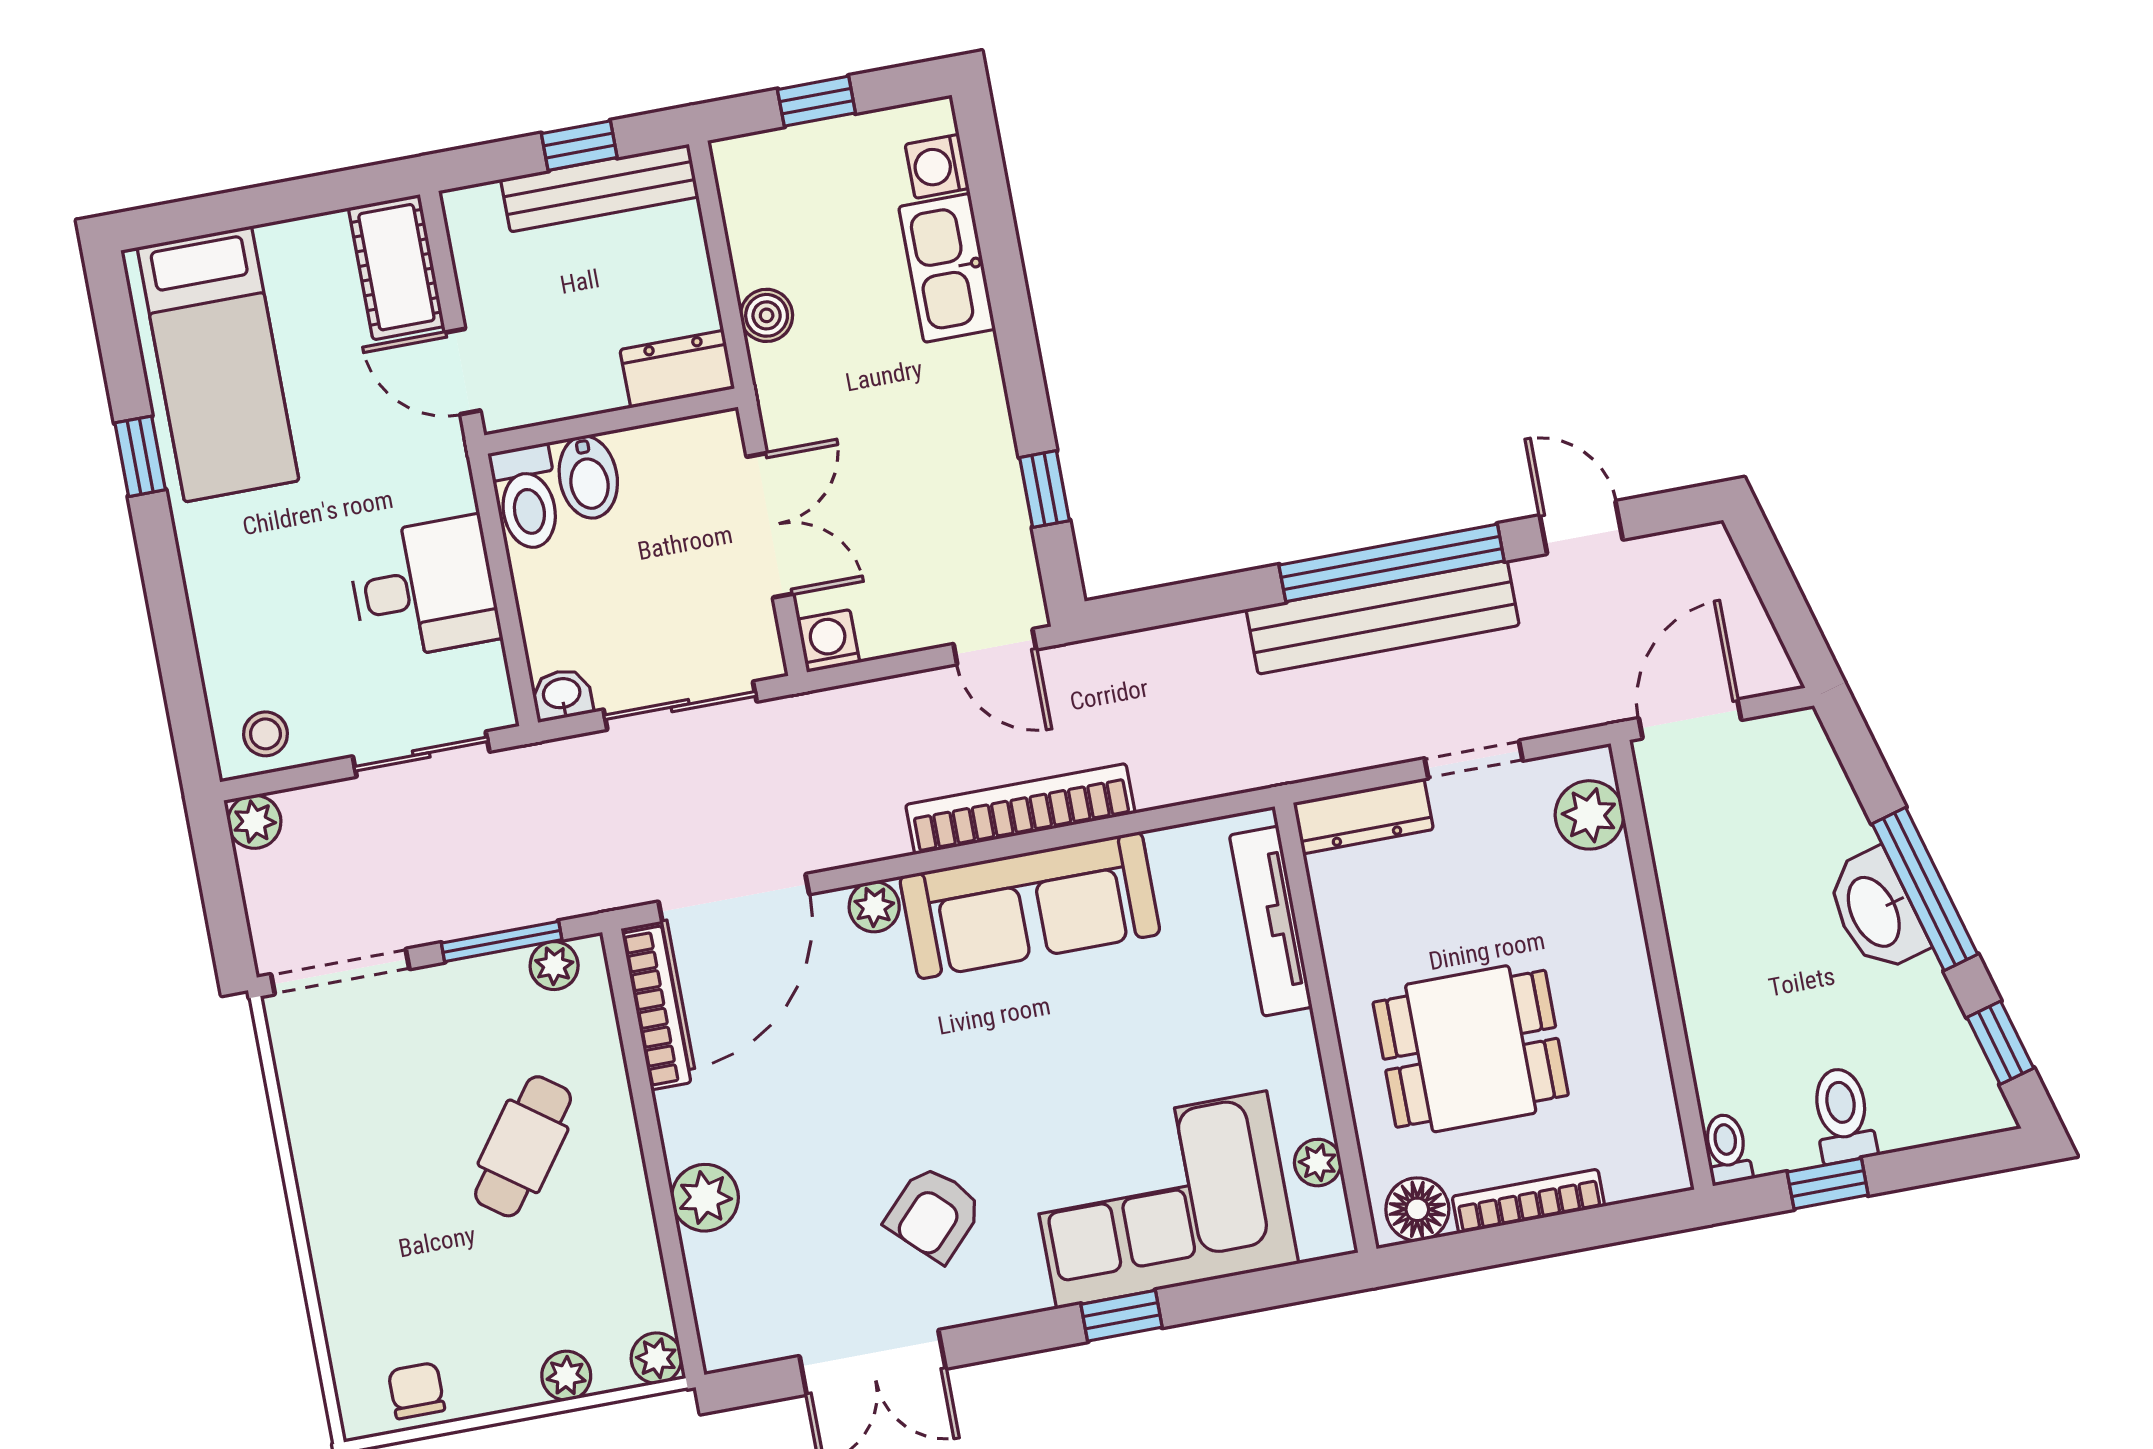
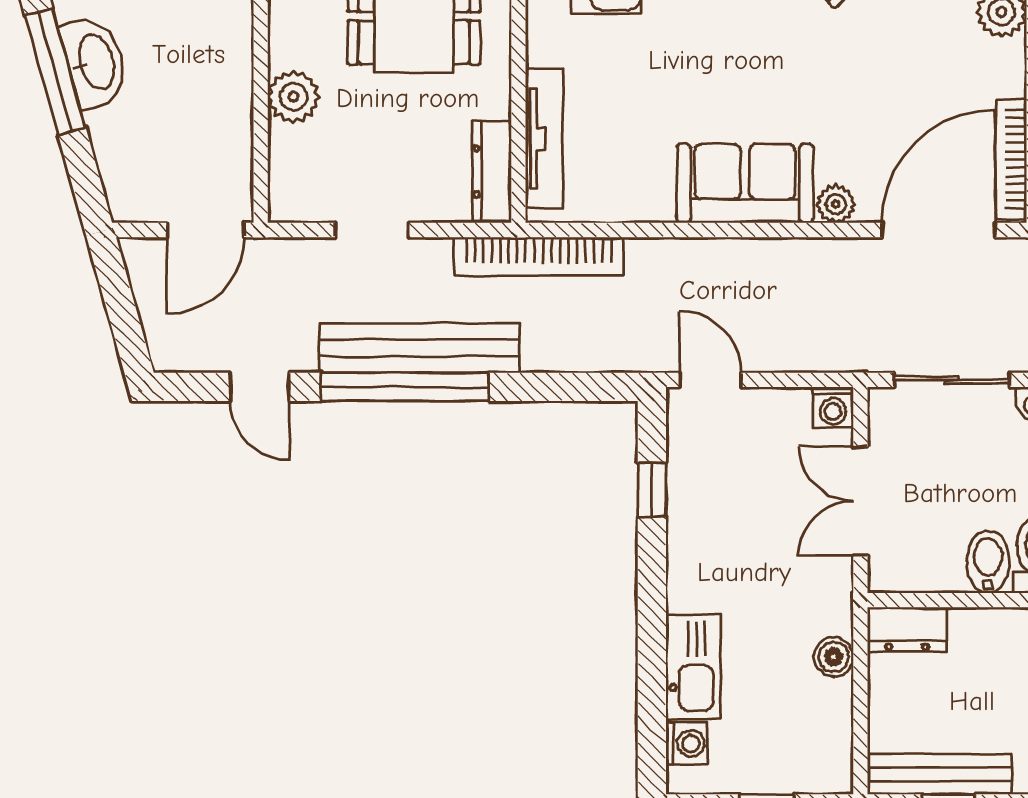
bookcase: (1020, 809) -> (539, 256), moved
plant: (1589, 815) -> (294, 97), moved
dresser: (1363, 816) -> (492, 171), moved, turned -90
sofa: (1030, 905) -> (745, 184), width x0.73

